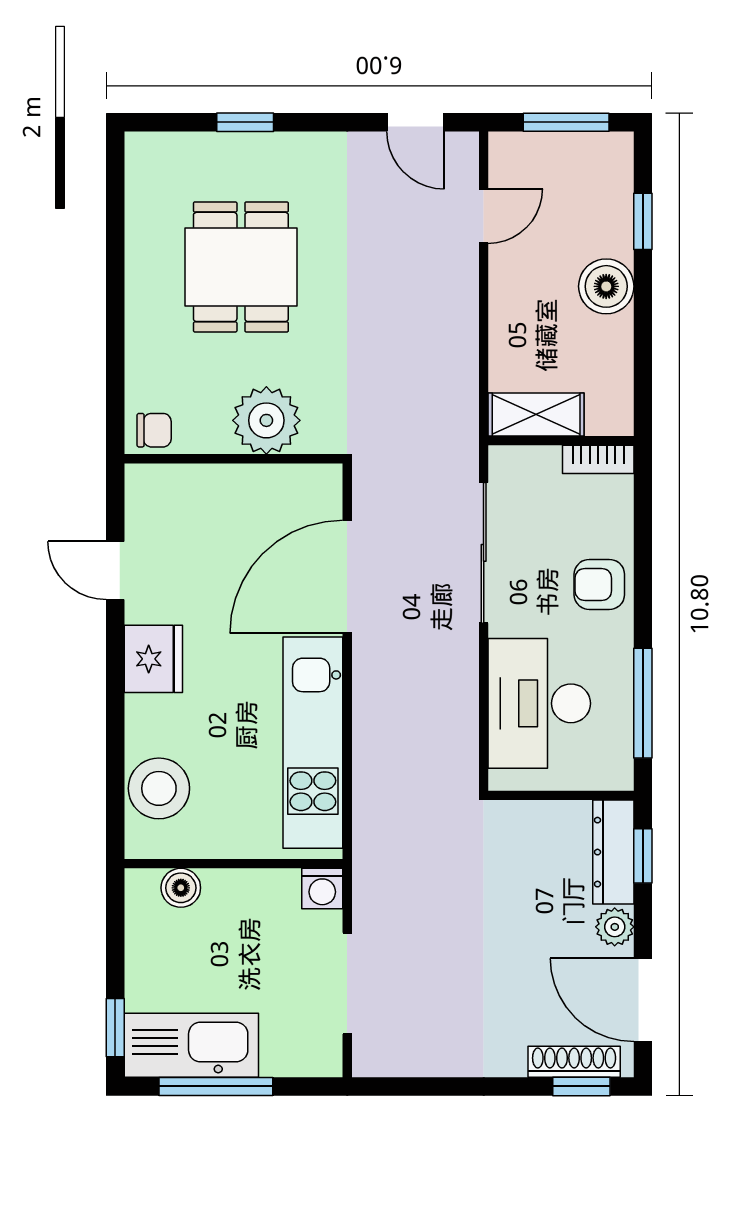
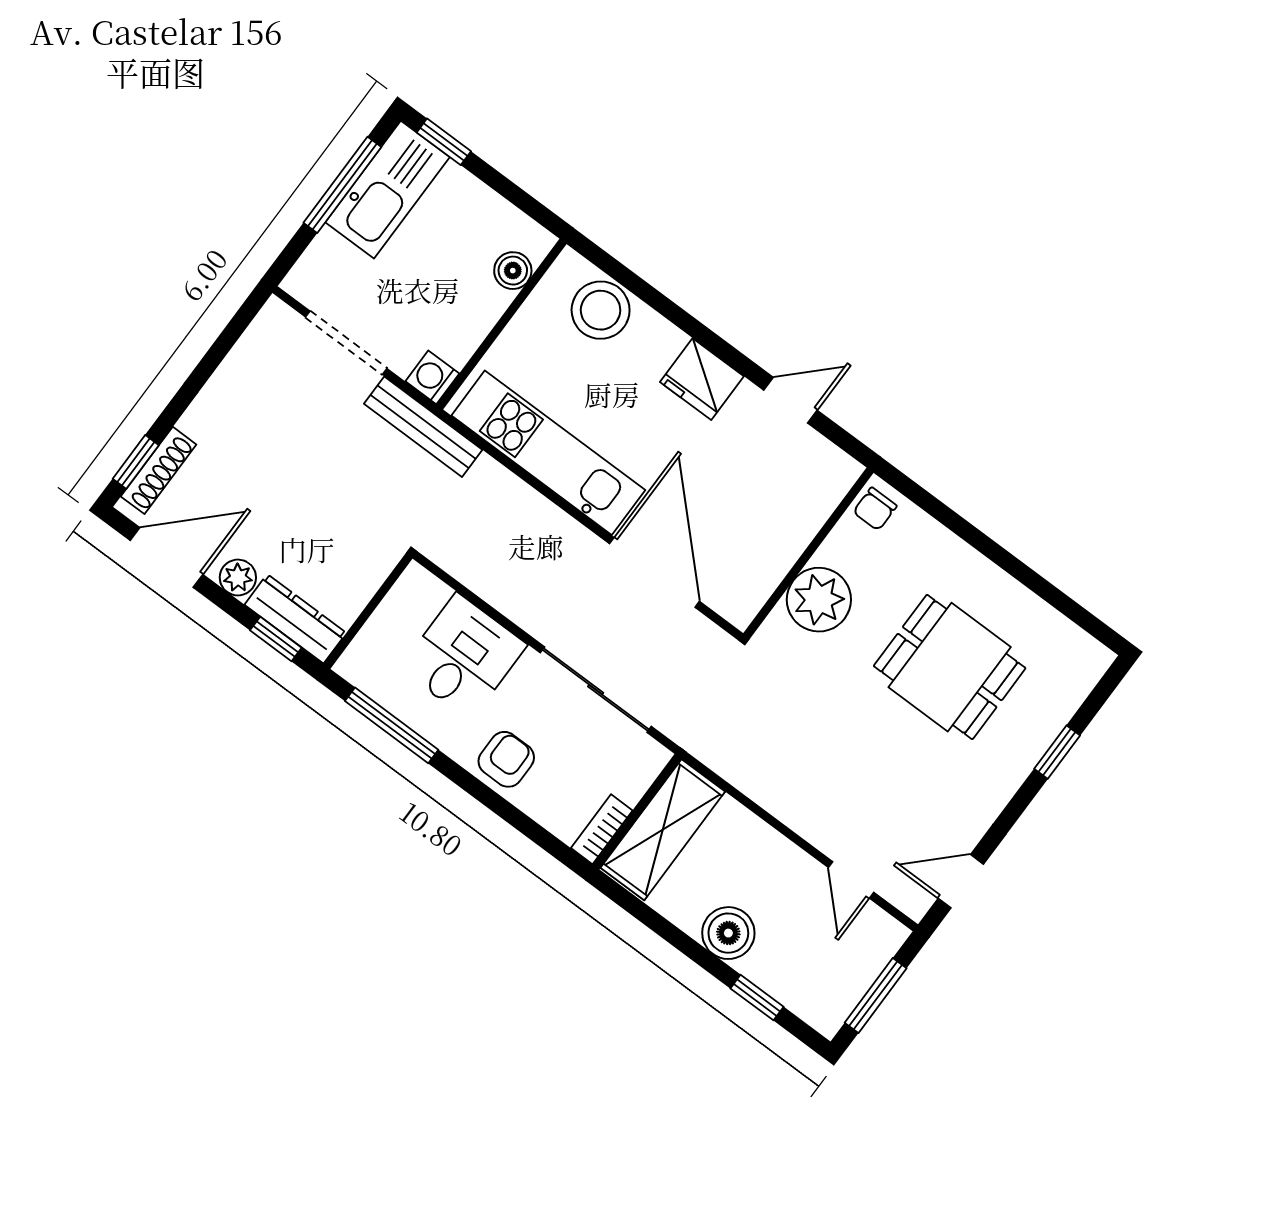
shelving: (536, 414) -> (663, 830), width x1.50, depth x1.33
desk: (539, 703) -> (463, 657), width x0.73
bench: (370, 865) -> (423, 427), added

